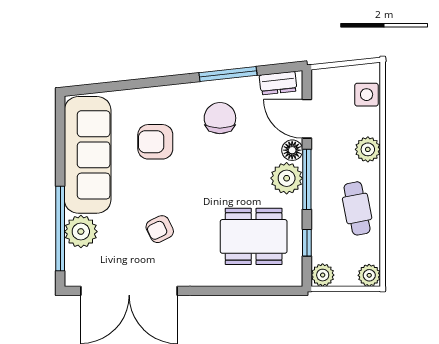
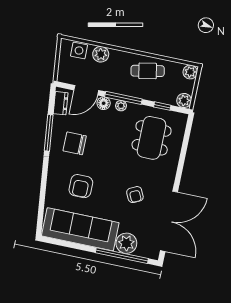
plant: (368, 149) -> (101, 54), moved
plant: (287, 178) -> (121, 106), width x0.53, depth x0.53

